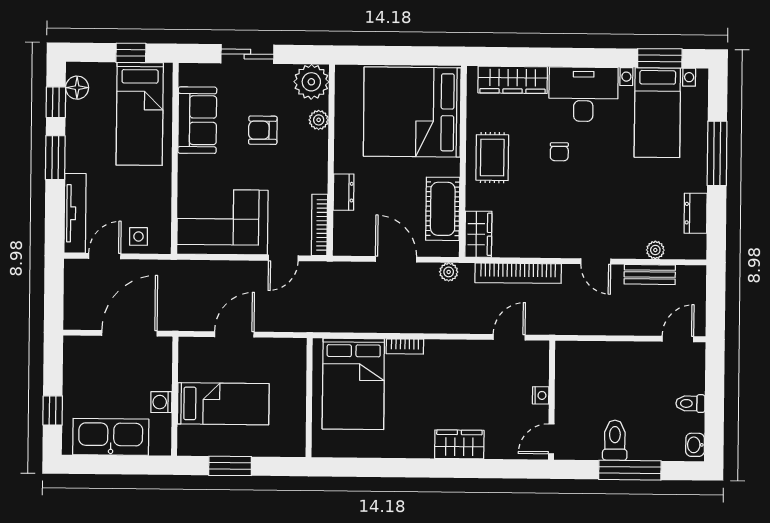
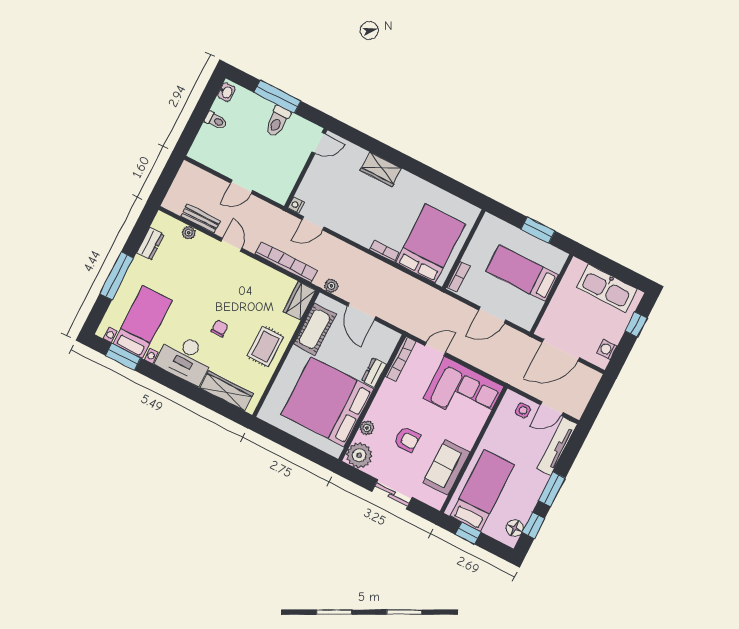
bed: (412, 112) -> (328, 402), moved, turned 180
door: (678, 339) -> (242, 187), moved
bookcase: (299, 361) -> (459, 277), added
nightstand: (541, 395) -> (296, 205), moved
washing machine: (161, 402) -> (607, 349), moved, turned 180

